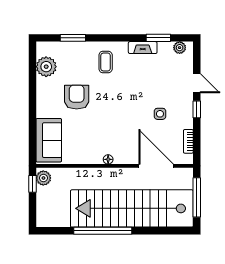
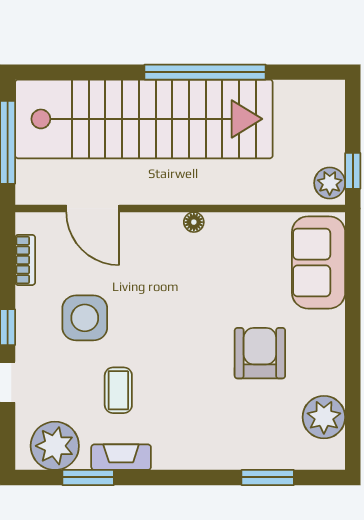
plant: (180, 48) -> (55, 446), width x1.88, depth x1.88
coffee table: (106, 62) -> (118, 390), moved
armchair: (77, 97) -> (260, 353), turned 180
side table: (160, 114) -> (85, 318), width x1.87, depth x1.87
door: (156, 166) -> (93, 208), width x0.73

